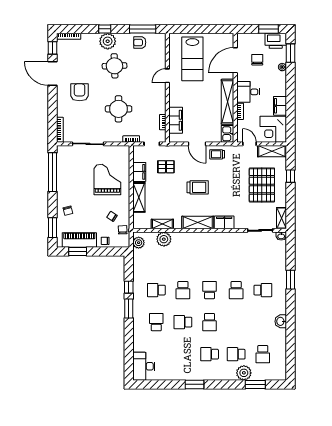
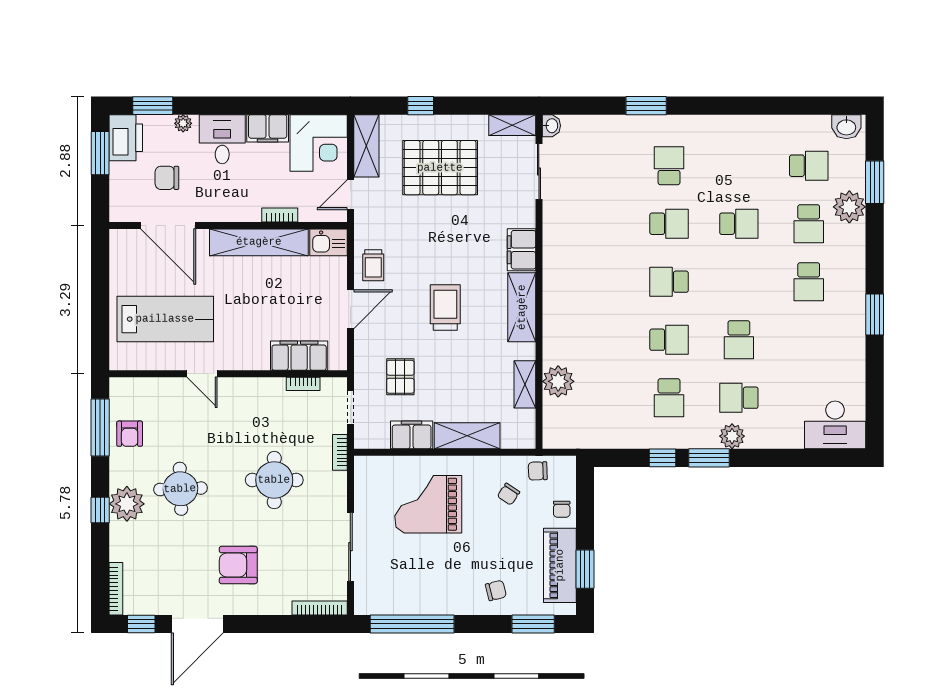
desk: (248, 92) -> (222, 139), moved, turned 180
plant: (139, 243) -> (732, 436), moved
washbasin: (281, 321) -> (846, 127), moved
school desk: (210, 322) -> (739, 224), moved

